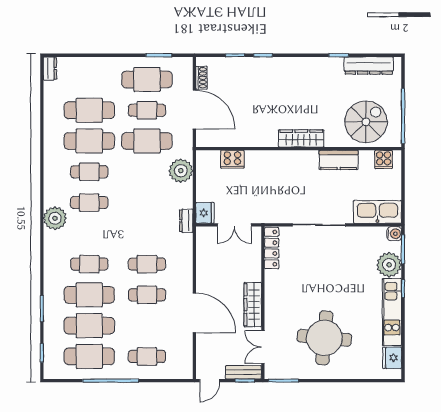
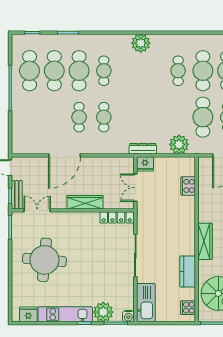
cafe table: (89, 203) -> (153, 71), removed
dresser: (186, 221) -> (143, 149), width x1.44
wardrobe: (253, 305) -> (85, 202), moved
cafe table: (147, 356) -> (30, 117), removed

